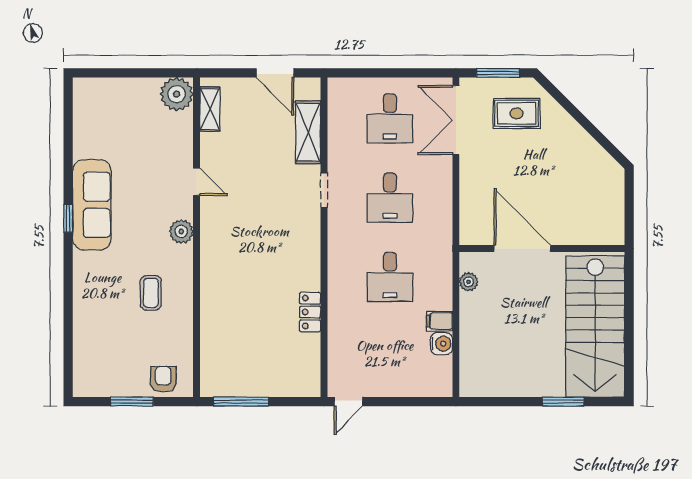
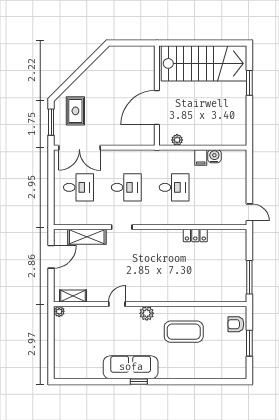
plant: (177, 94) -> (59, 311), width x0.53, depth x0.53
coffee table: (151, 293) -> (184, 332), width x1.86, depth x1.72

